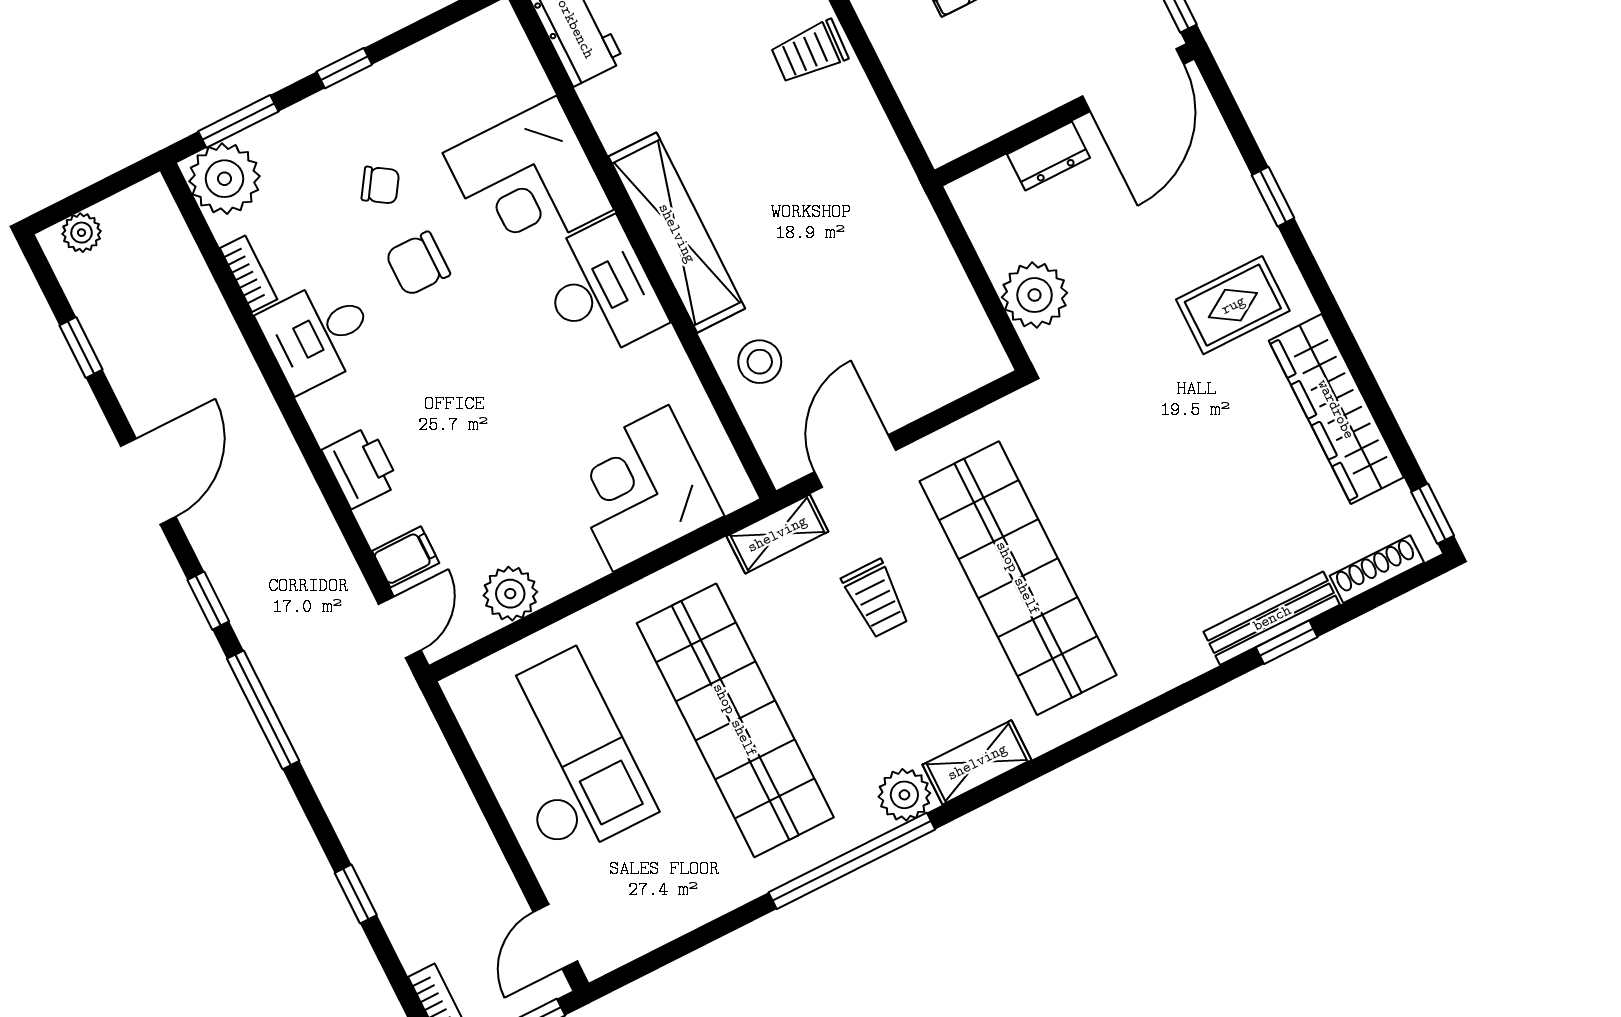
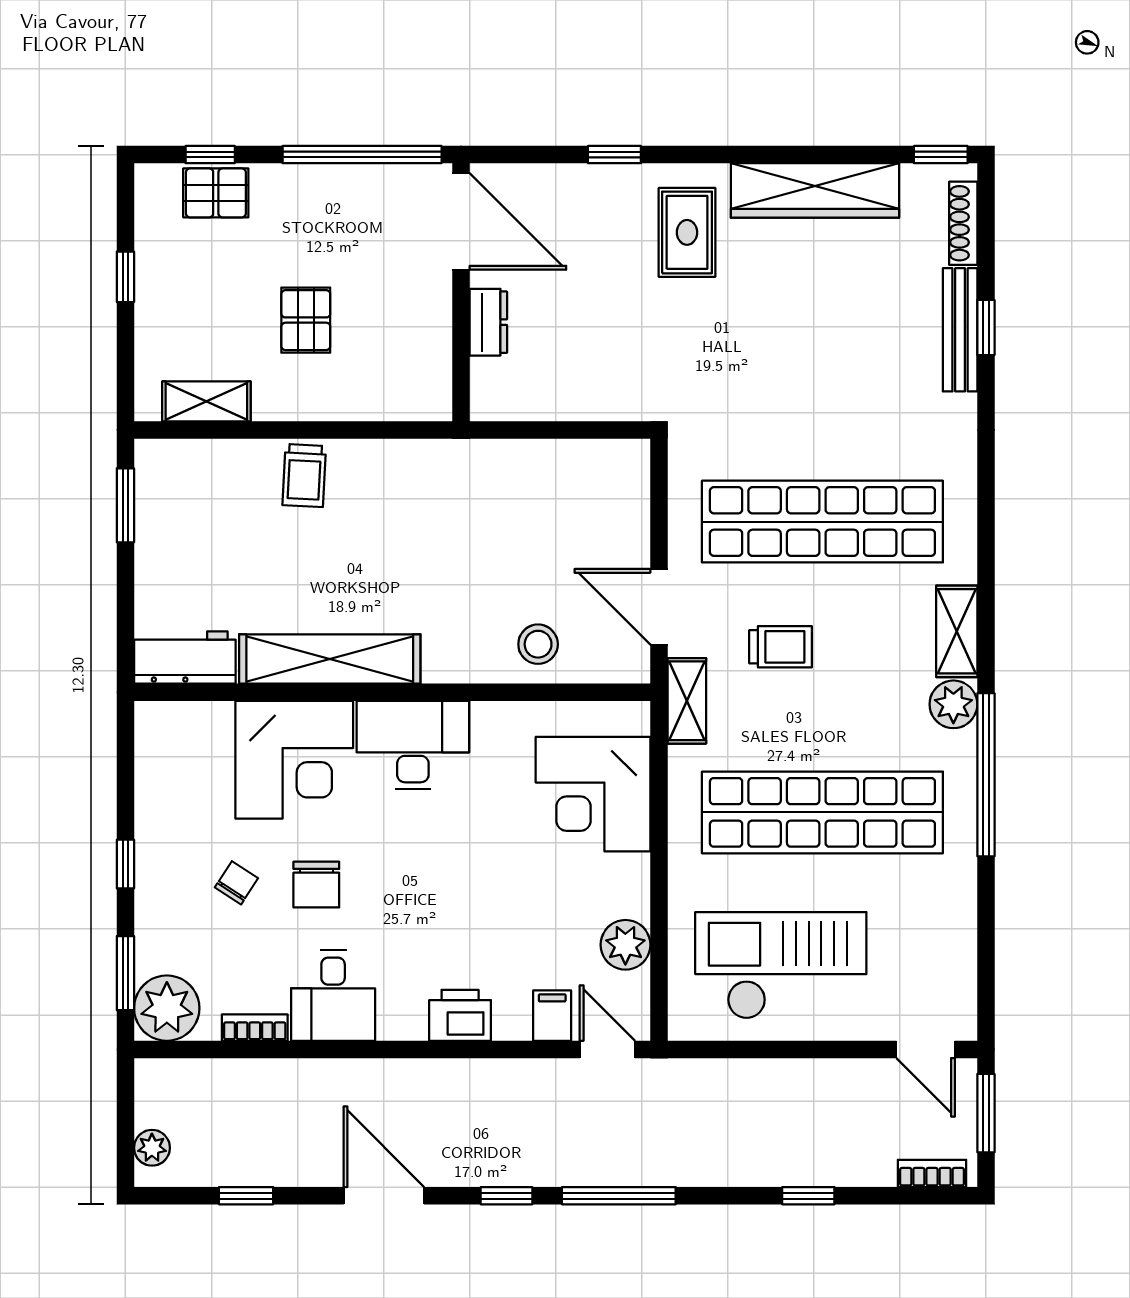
shelving: (677, 233) -> (330, 659), moved
plant: (1035, 295) -> (597, 391), removed

